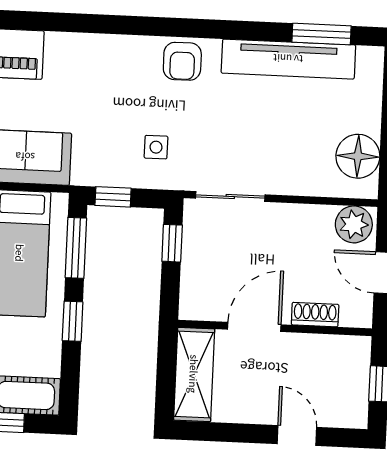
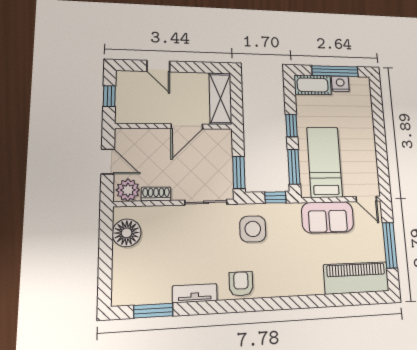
tv unit: (288, 59) -> (195, 293), width x0.52, depth x0.78
side table: (156, 147) -> (253, 229), width x1.87, depth x1.87
window: (172, 243) -> (239, 172), width x1.50
shoe rack: (315, 315) -> (156, 194), moved, turned 180

